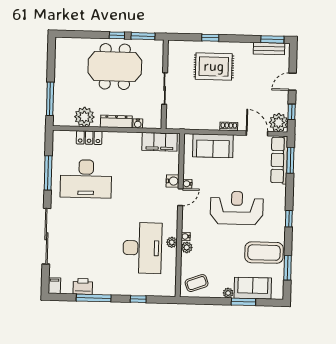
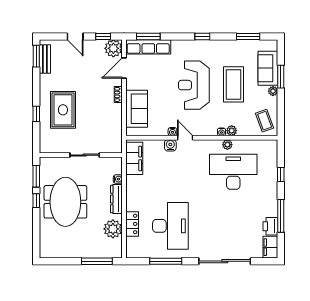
coffee table: (264, 253) -> (234, 84), moved
filing cabinet: (54, 286) -> (270, 247), width x2.00

